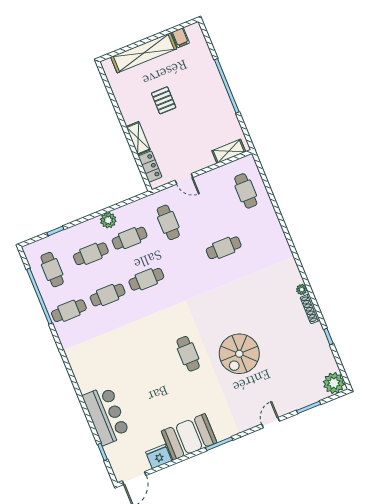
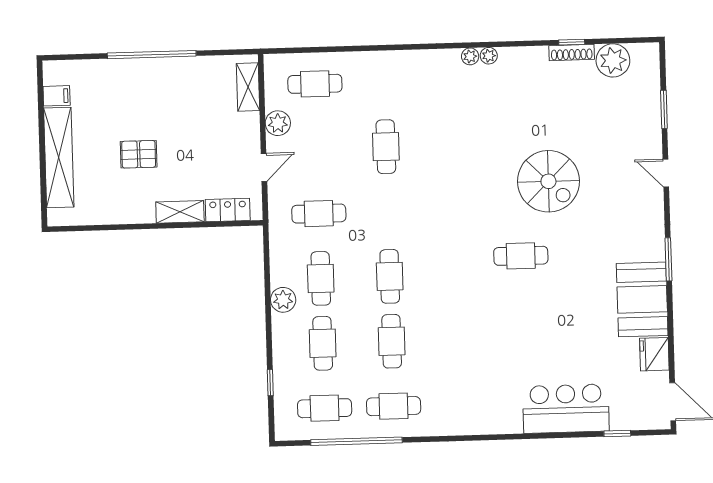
plant: (214, 177) -> (278, 123), added
plant: (297, 278) -> (470, 56), added
shoe rack: (310, 309) -> (572, 52), moved
cafe table: (69, 311) -> (394, 406), turned 90
plant: (334, 383) -> (613, 60), moved

